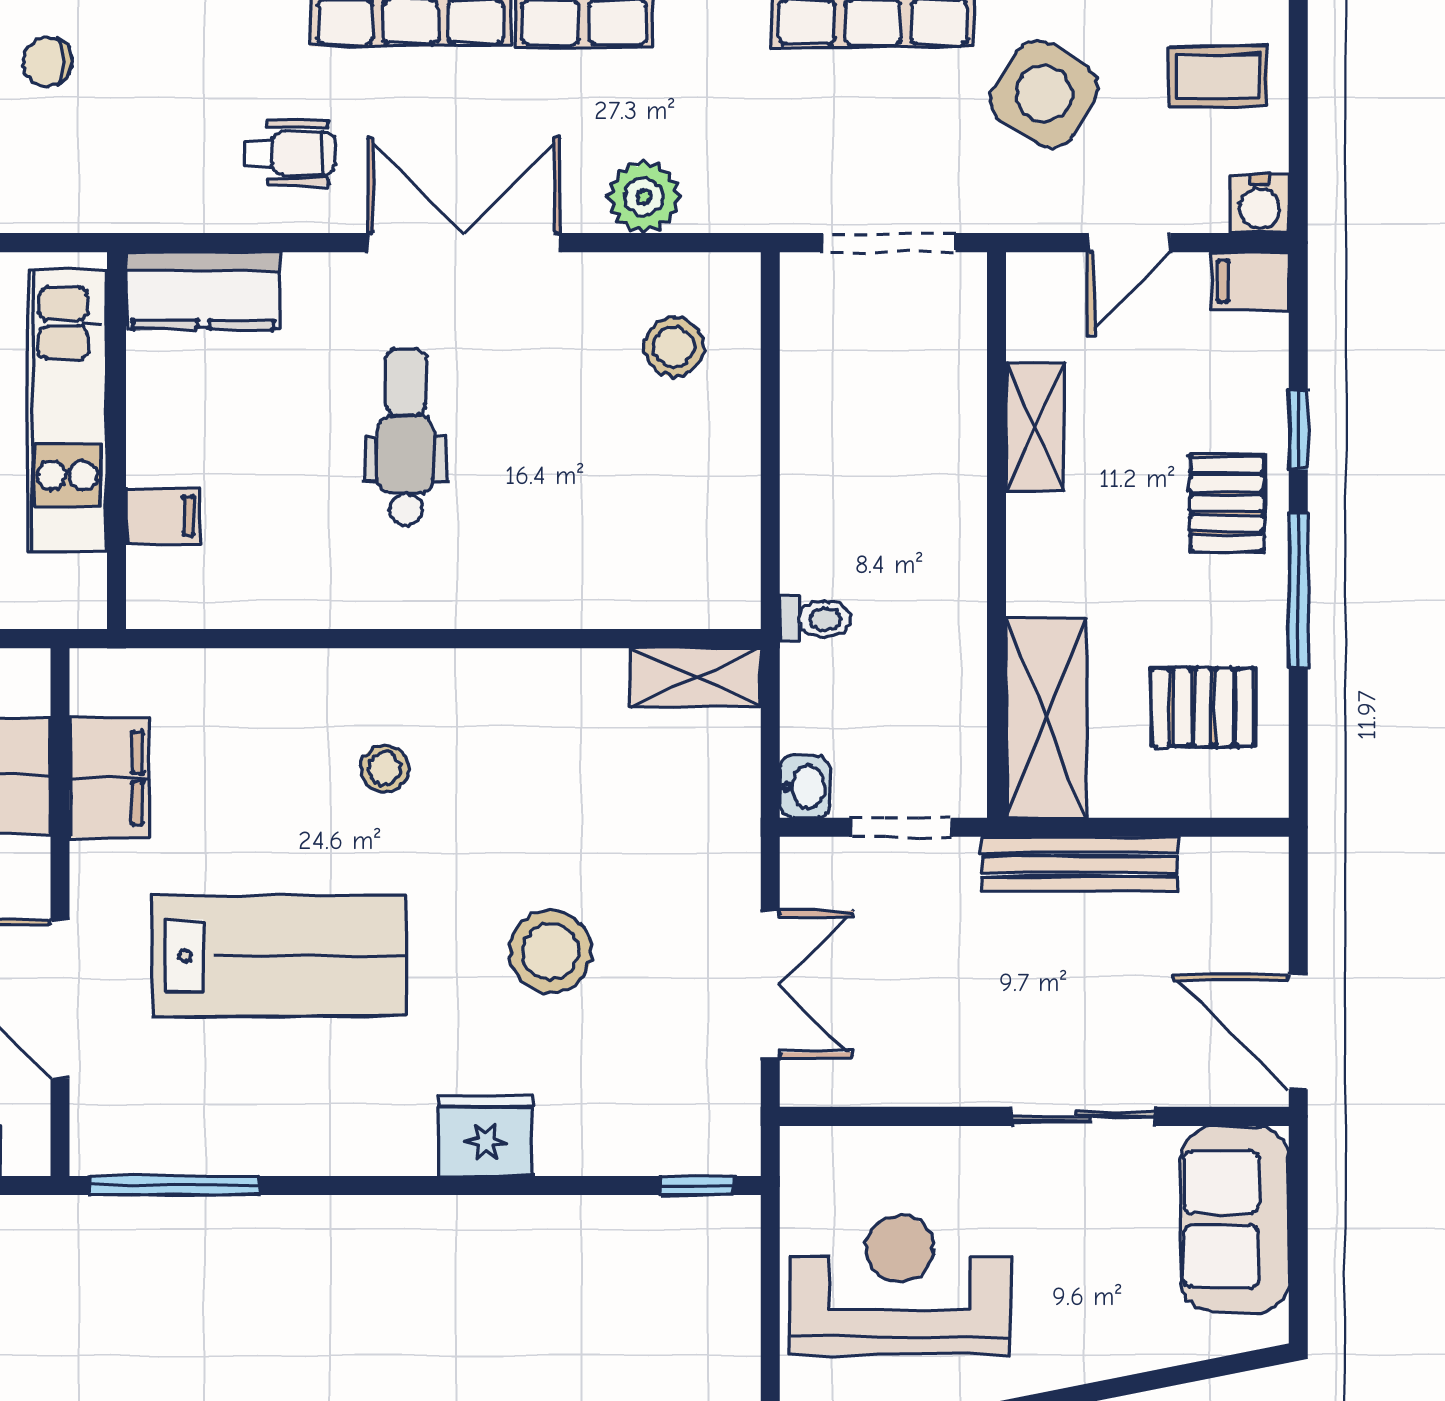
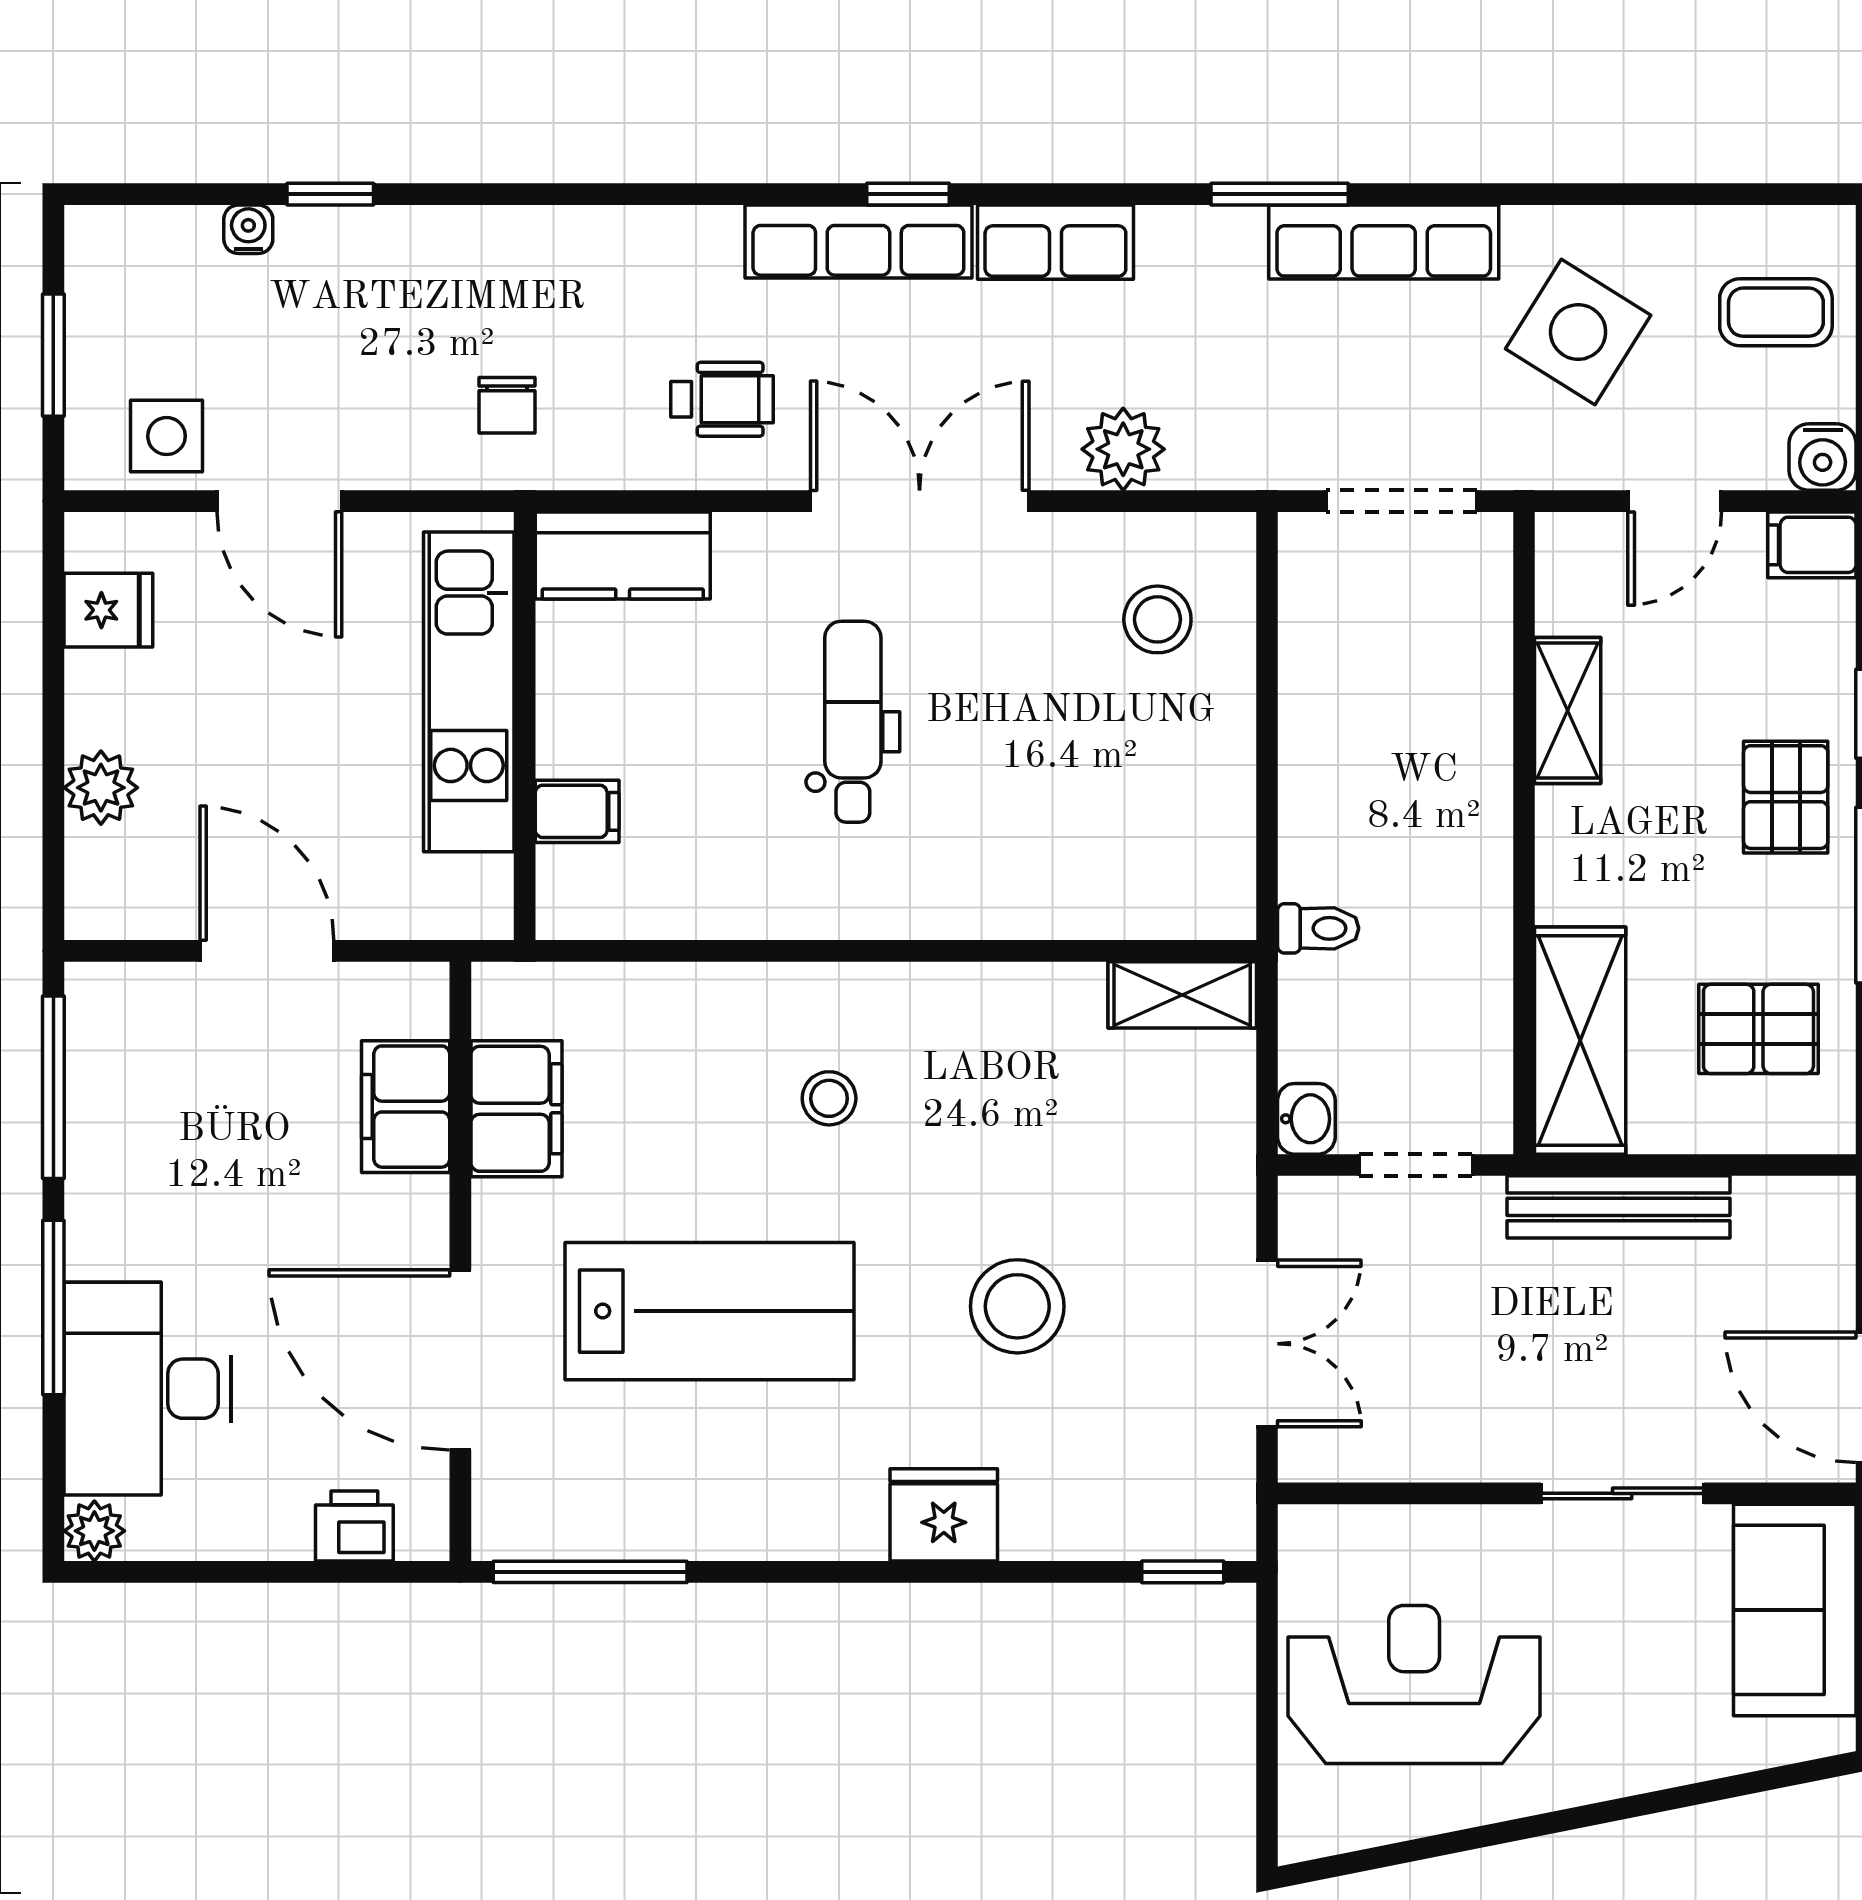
chair: (47, 62) -> (507, 405), moved, turned -90

